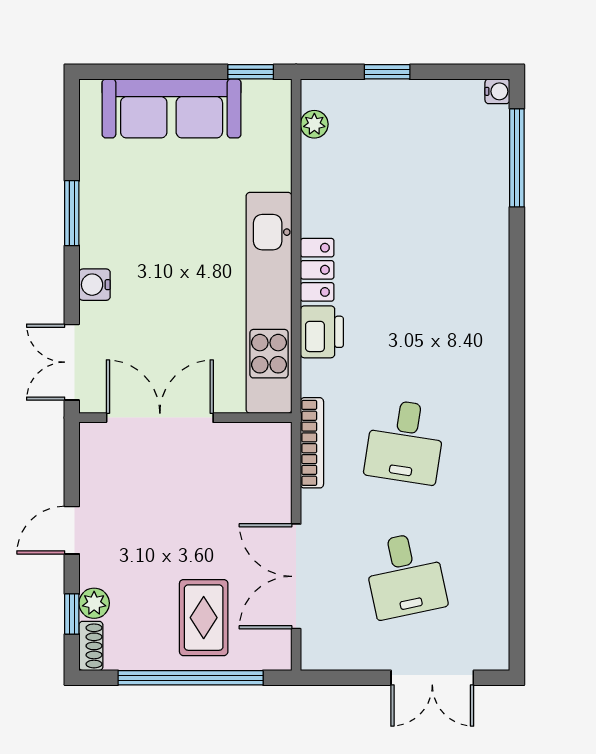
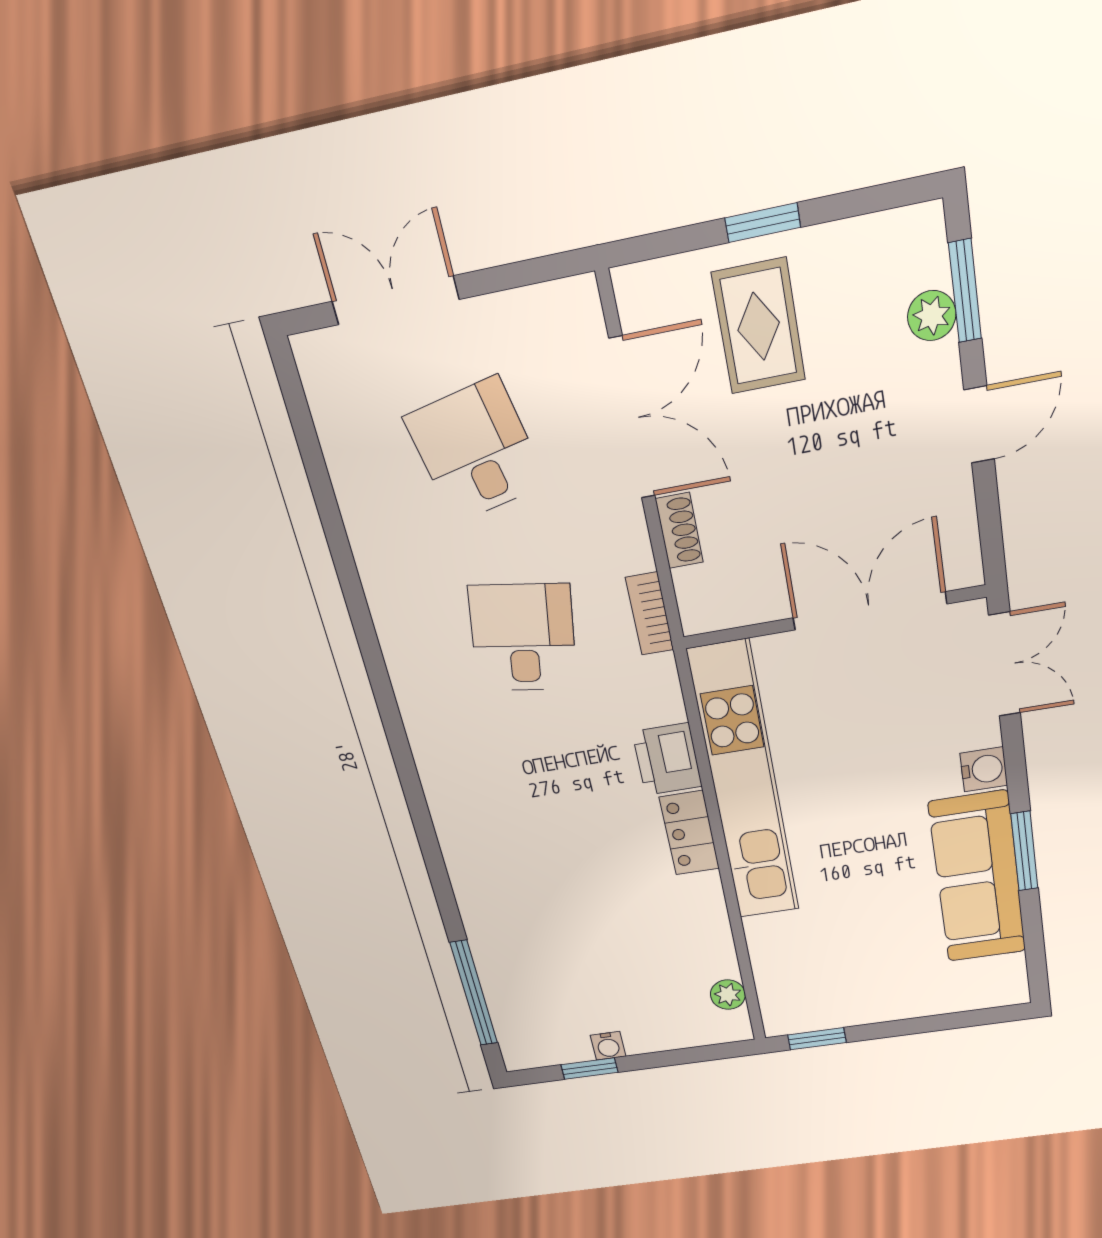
window: (387, 72) -> (589, 1069), moved
water cooler: (497, 91) -> (608, 1046), moved, turned -90
sofa: (172, 108) -> (978, 878), moved, turned -90
double door: (160, 418) -> (869, 611), swing flipped
bookcase: (312, 443) -> (650, 614), width x0.64
window: (72, 614) -> (965, 291), width x1.50
shoe rack: (91, 646) -> (679, 531), moved, turned 180
window: (191, 678) -> (763, 223), width x0.32

